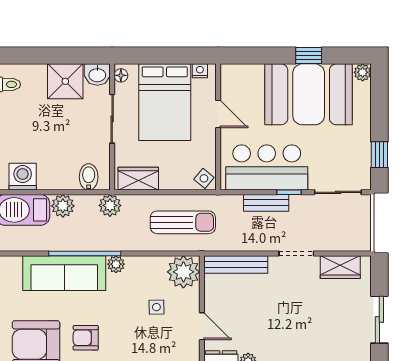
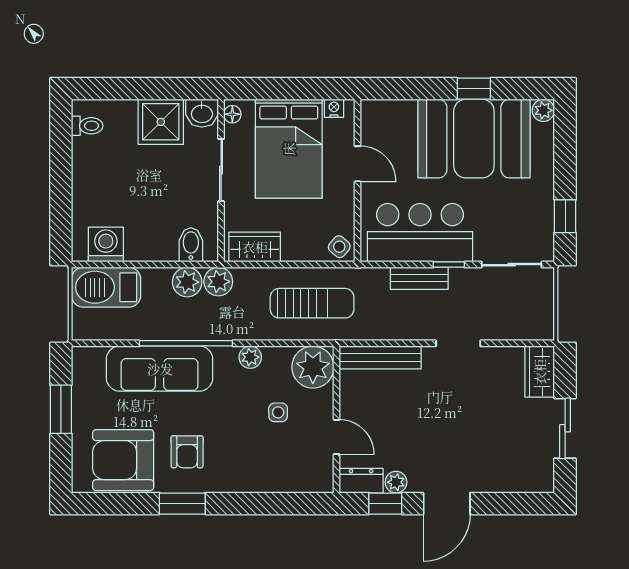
plant: (63, 206) -> (187, 282), moved
plant: (116, 264) -> (250, 357), moved
wardrobe: (340, 267) -> (540, 372), moved, turned 90
armchair: (86, 338) -> (187, 452), turned -90

